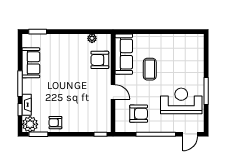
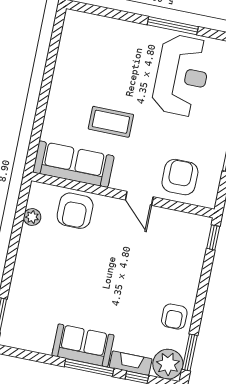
sofa: (31, 63) -> (83, 345), moved
door: (113, 92) -> (139, 198), swing flipped
reception desk: (181, 101) -> (182, 76), turned 180
armchair: (139, 114) -> (180, 177), moved

